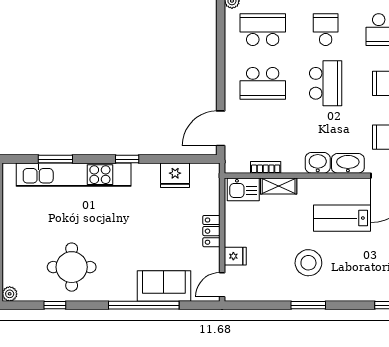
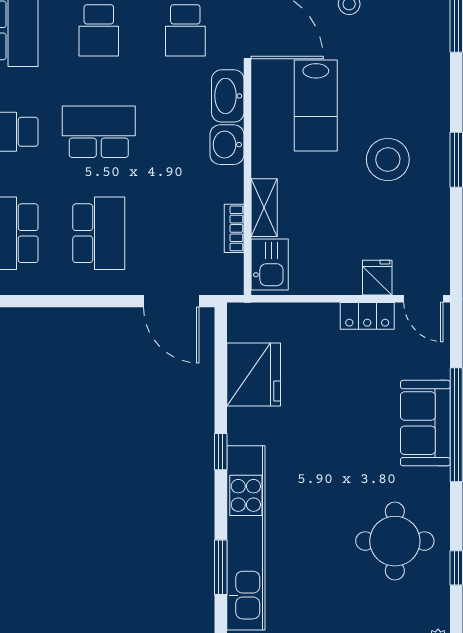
fridge: (175, 175) -> (254, 374), width x1.36, depth x1.34
locker: (211, 231) -> (367, 316), moved
sofa: (164, 286) -> (425, 423), moved

